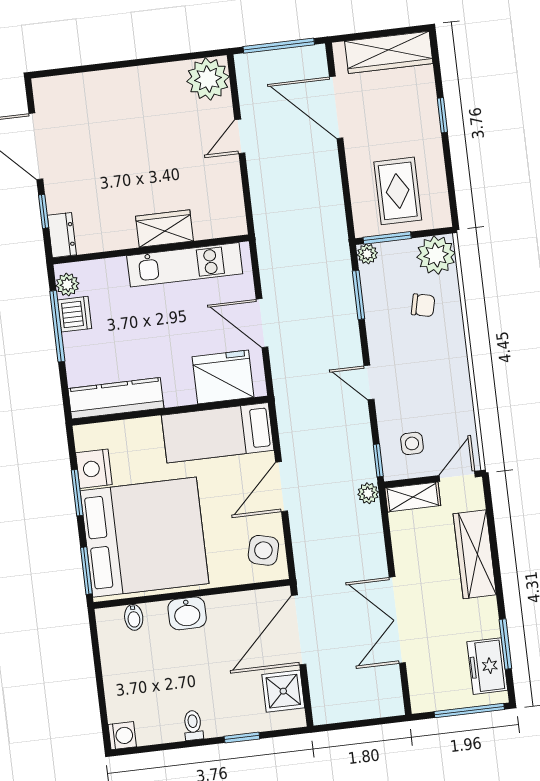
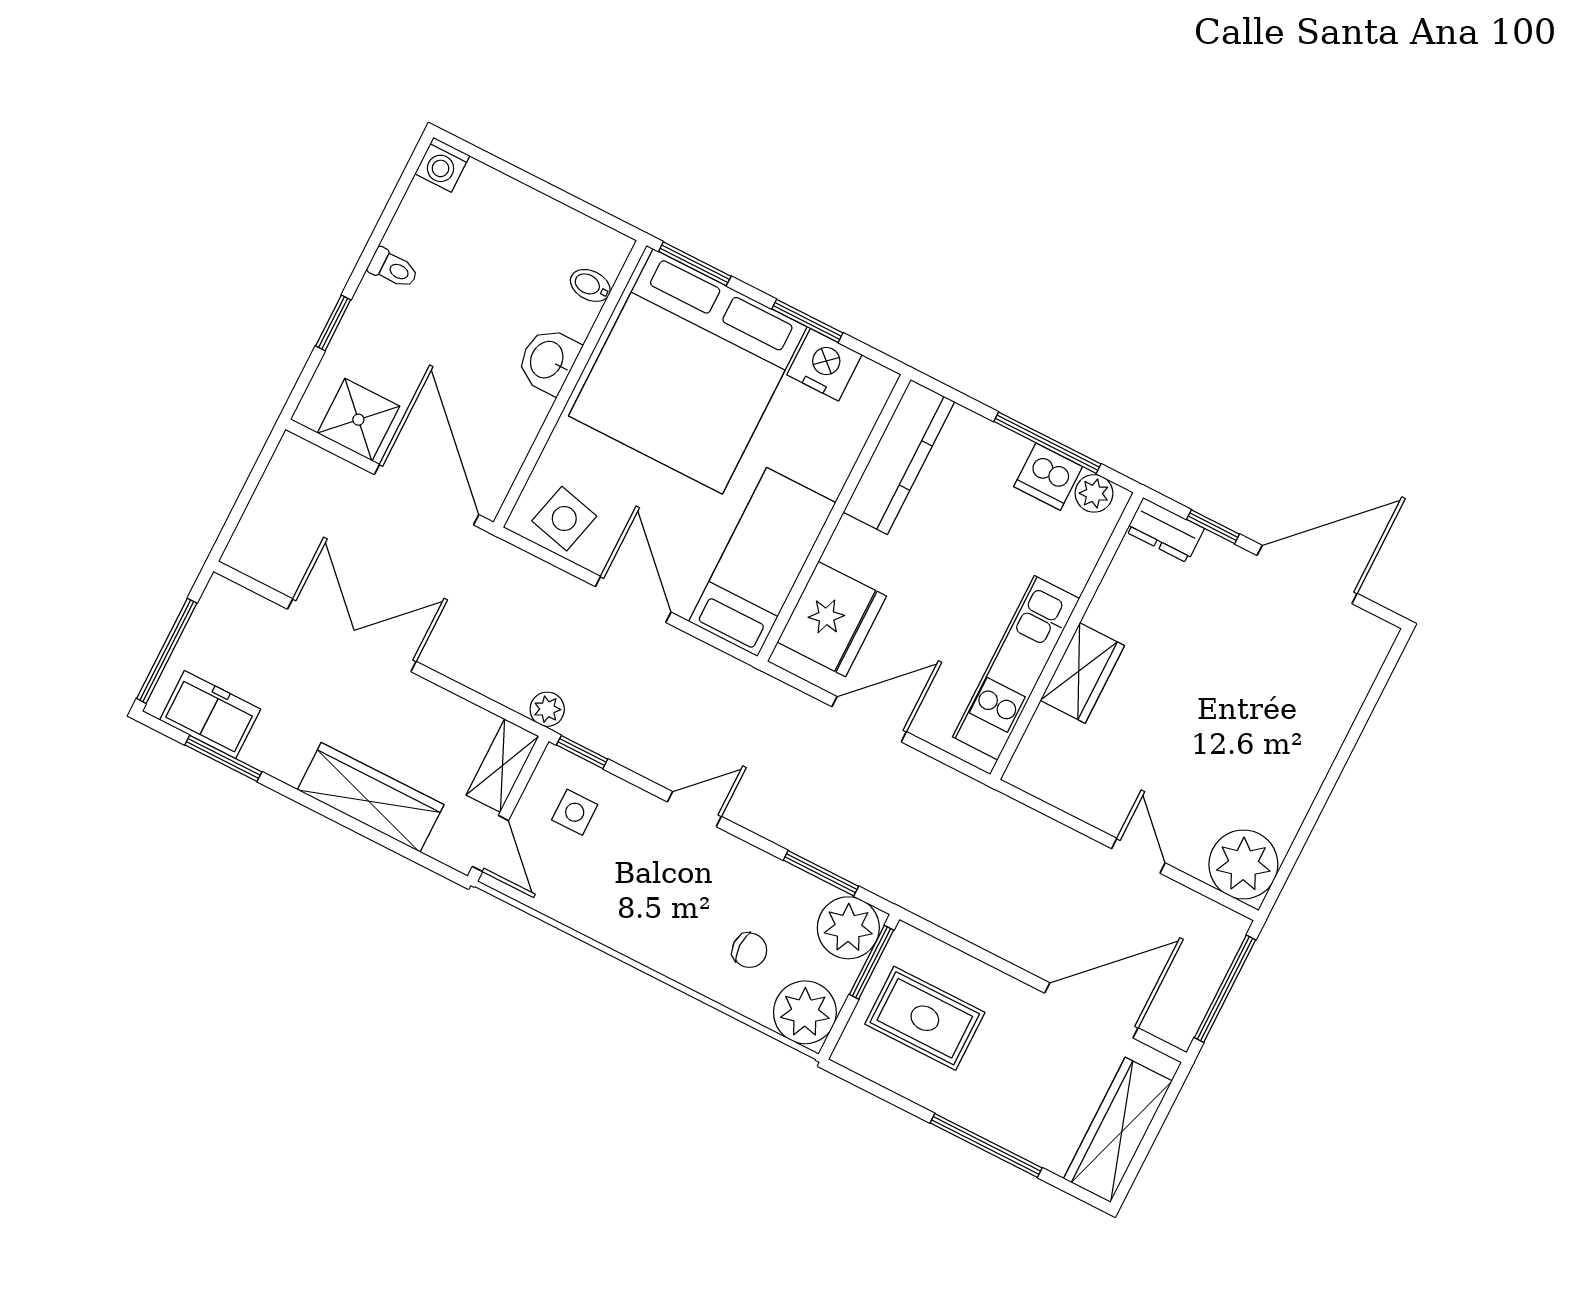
window: (442, 115) -> (986, 1145), width x2.17
plant: (367, 254) -> (848, 928), width x1.87, depth x1.87
chair: (423, 305) -> (749, 950), turned -103

